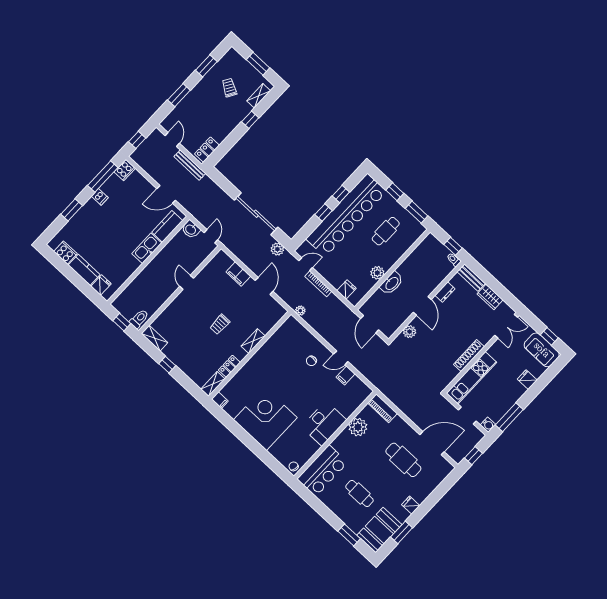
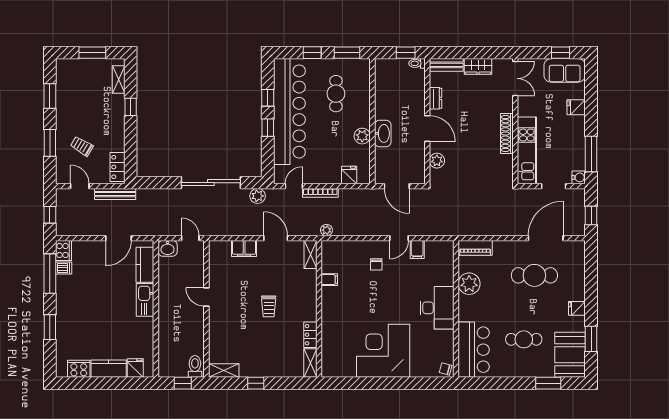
trolley: (229, 88) -> (82, 146), moved
dishwasher: (100, 197) -> (64, 268), moved
shelving: (253, 341) -> (310, 254), moved
filing cabinet: (220, 400) -> (329, 280), moved

